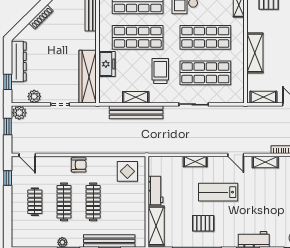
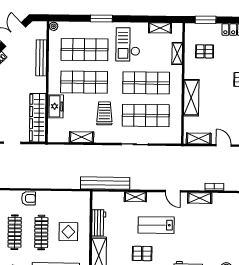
bench: (136, 112) -> (105, 183), moved
display table: (127, 171) -> (68, 232), moved

